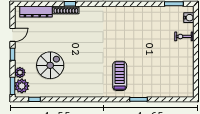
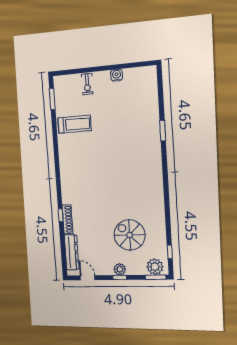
water cooler: (189, 18) -> (117, 75), moved
door: (13, 35) -> (88, 278), moved
plant: (20, 72) -> (120, 269), moved
treadmill: (120, 76) -> (74, 124), moved, turned 180

